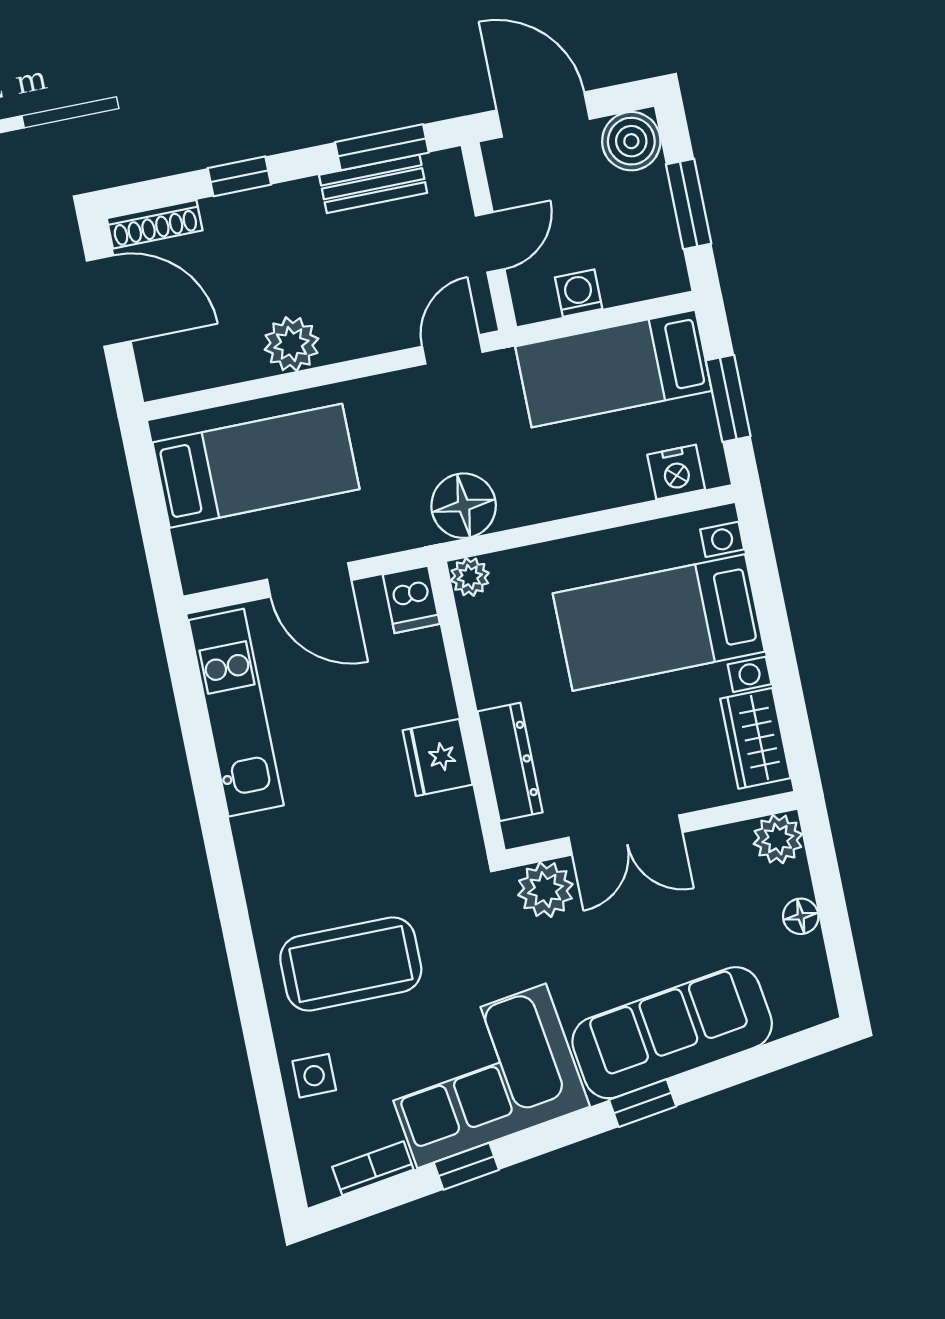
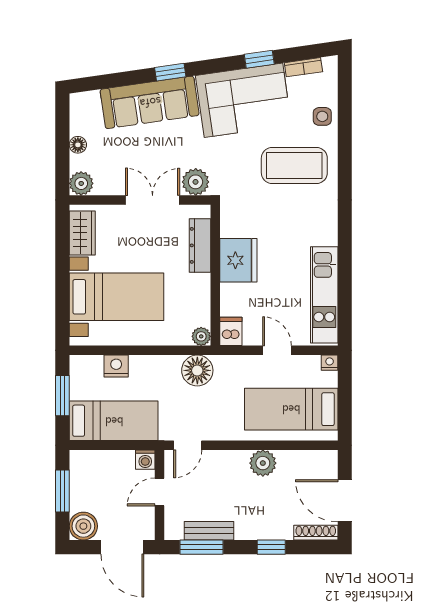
washing machine: (579, 293) -> (145, 460), moved
nightstand: (676, 472) -> (116, 366), moved
nightstand: (197, 577) -> (330, 363), added
door: (309, 580) -> (277, 350), width x0.73
fridge: (438, 757) -> (238, 260), width x1.36, depth x1.34

